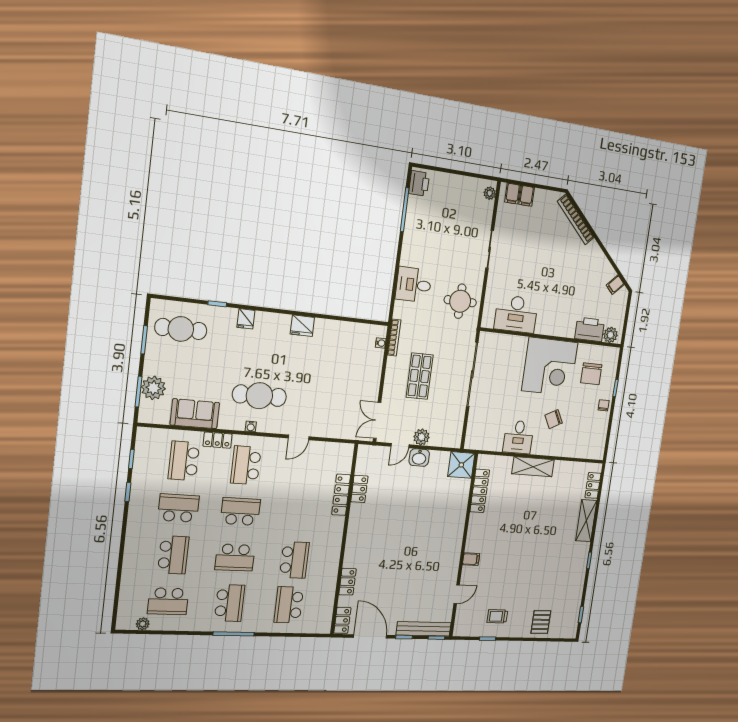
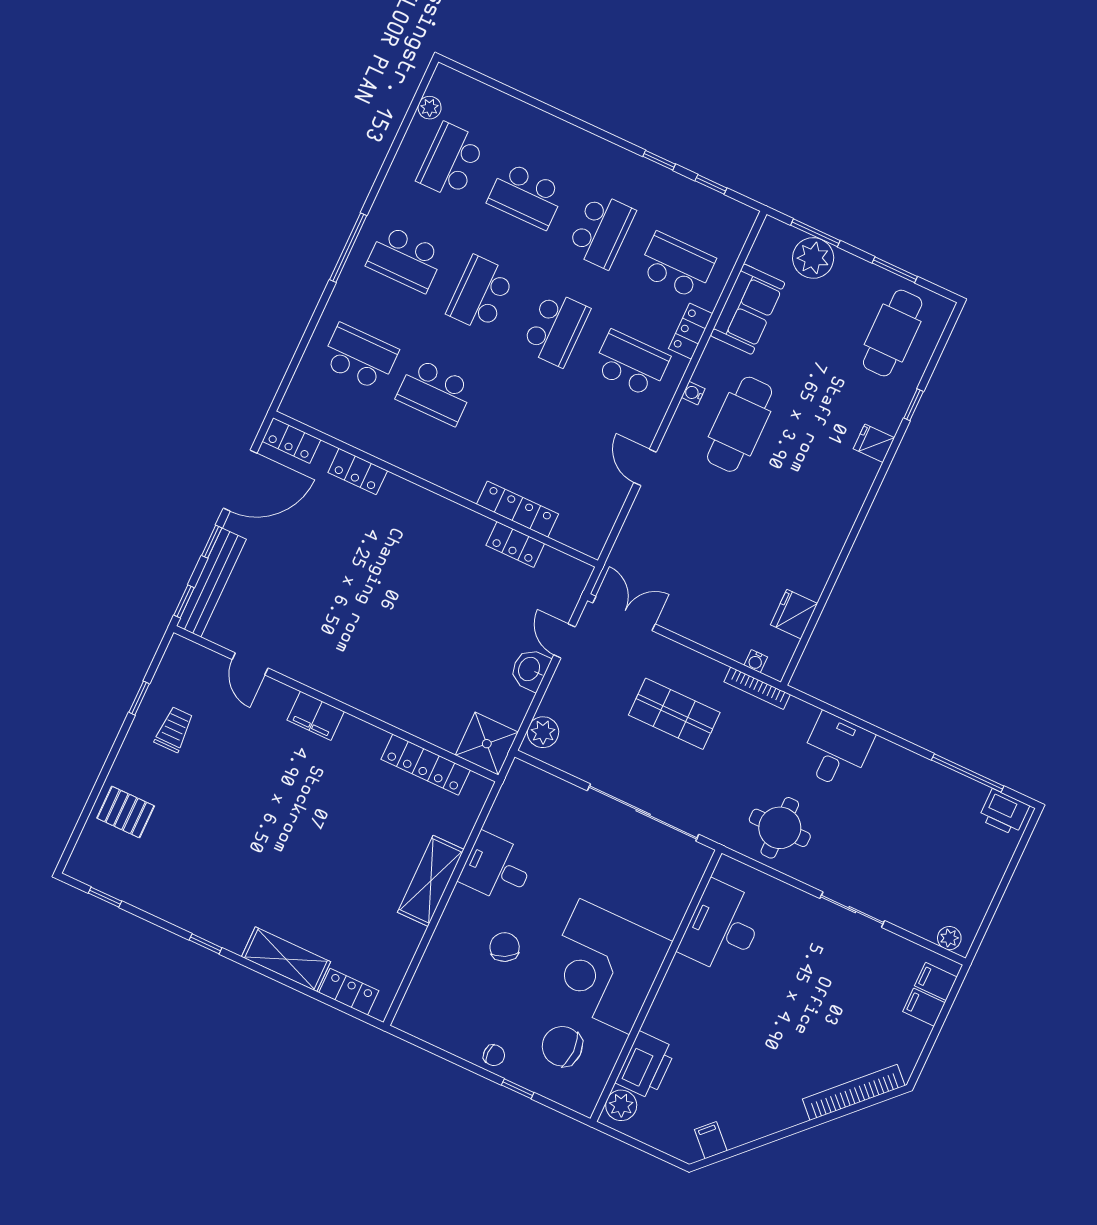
fridge: (302, 326) -> (794, 614), moved
plant: (421, 437) -> (543, 732), moved
filing cabinet: (471, 559) -> (316, 716), width x2.00

